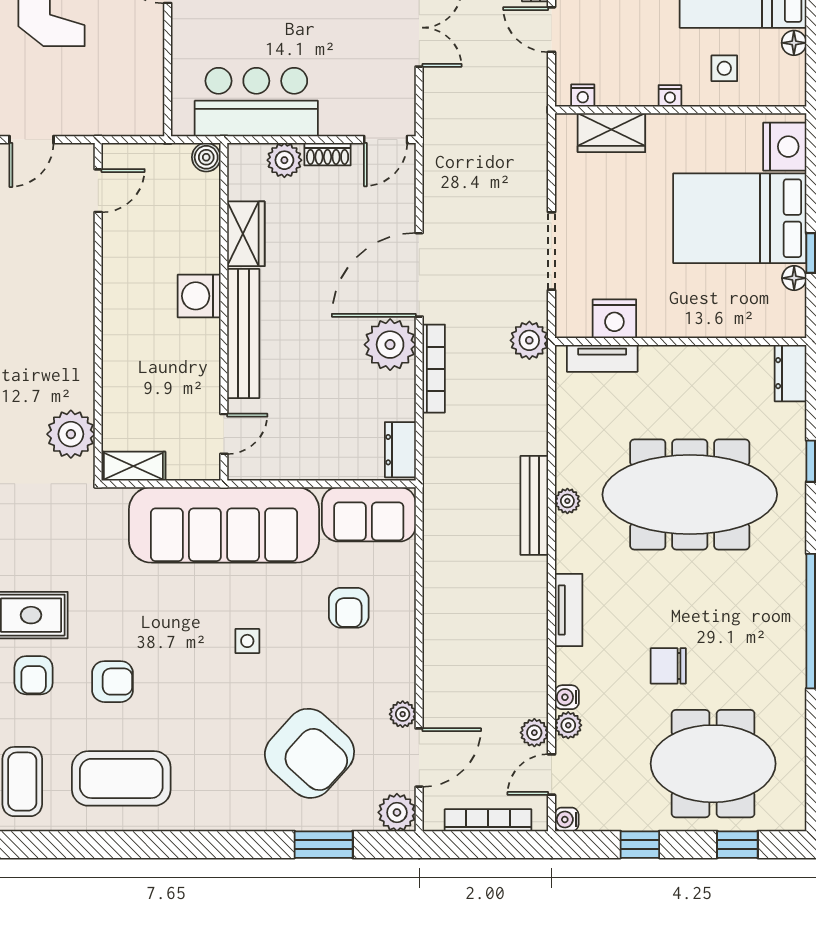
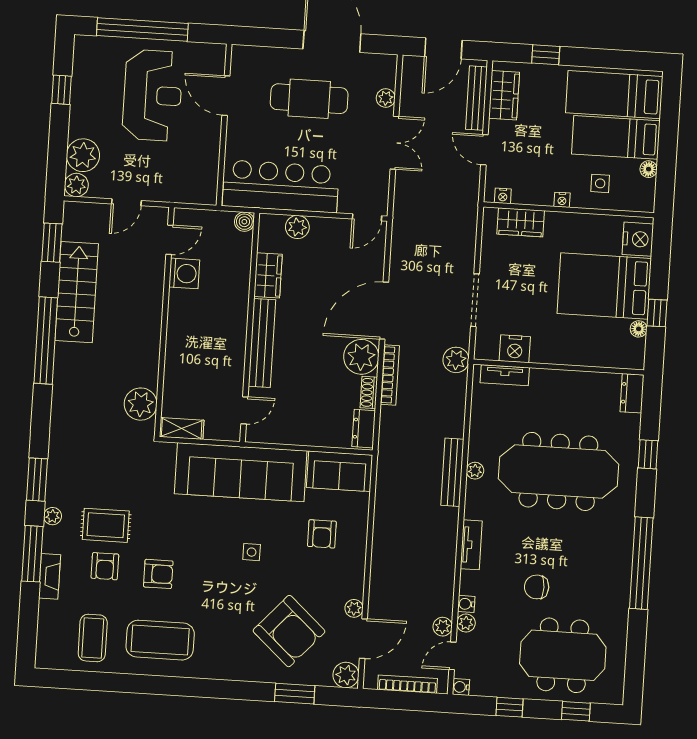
bar counter: (256, 102) -> (281, 186), width x1.36
shoe rack: (328, 154) -> (369, 392), moved, turned 90
washing machine: (199, 296) -> (184, 273), moved, turned 180

